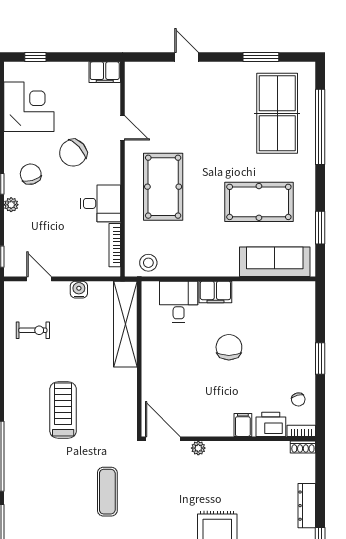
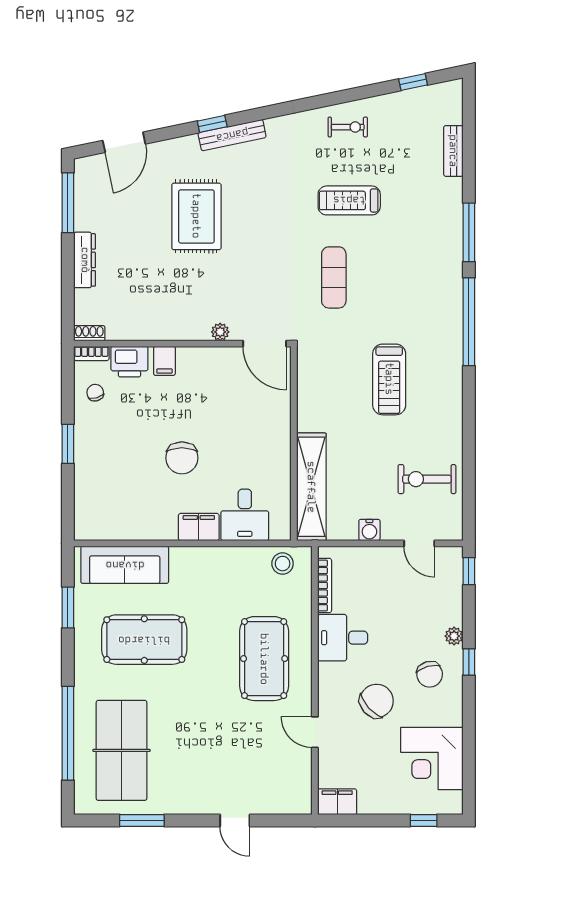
exercise bike: (33, 330) -> (427, 479), width x1.38, depth x1.39

